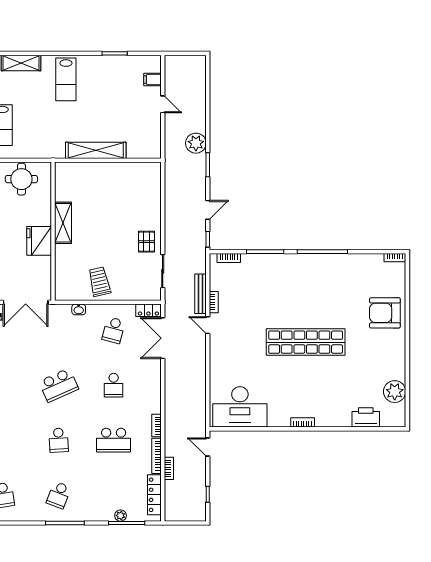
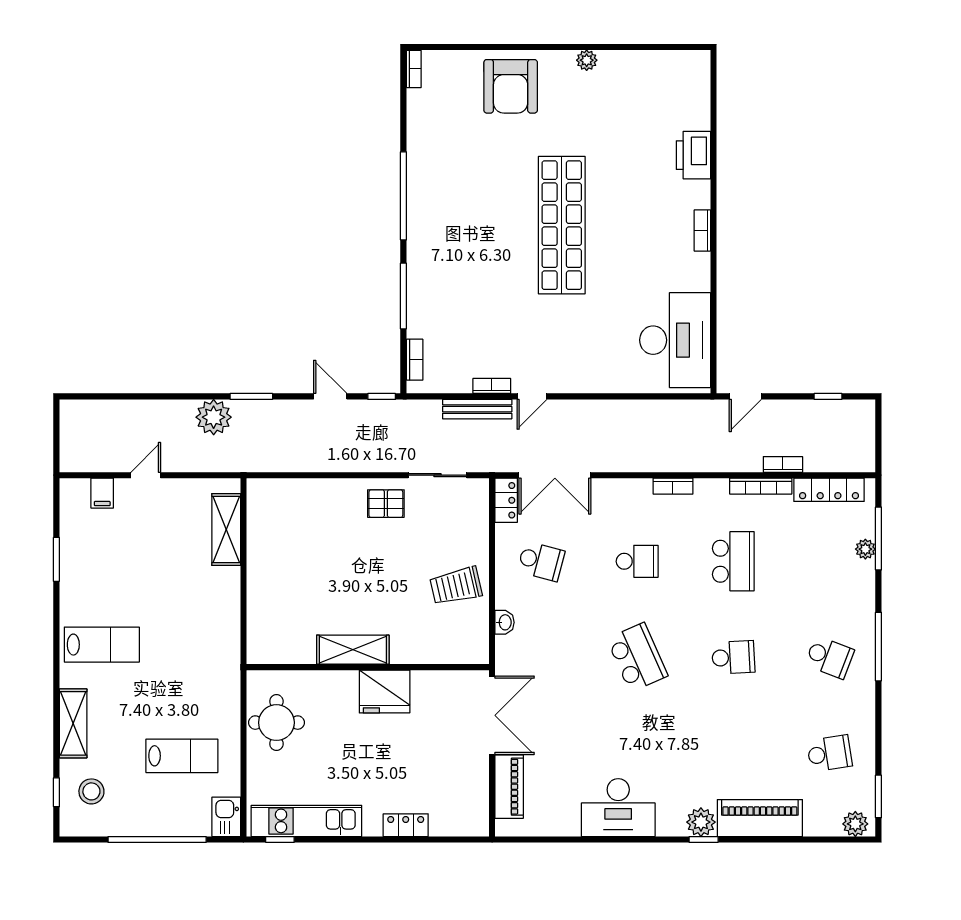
shelving: (96, 150) -> (226, 529), moved, width x0.68
plant: (395, 392) -> (587, 60), moved, width x0.53, depth x0.53
printer: (366, 417) -> (693, 155), moved
bookcase: (156, 426) -> (673, 486), moved

